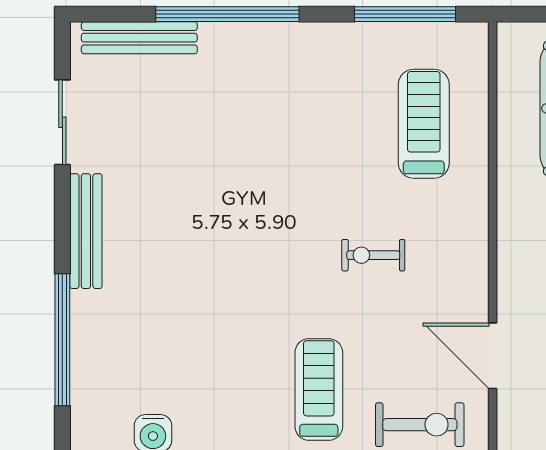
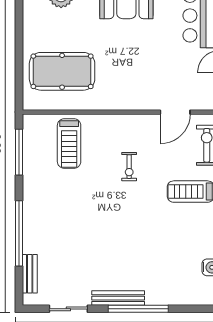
bench: (139, 38) -> (30, 274), width x0.73
treadmill: (424, 124) -> (69, 144), turned -90
window: (62, 340) -> (138, 309), moved

